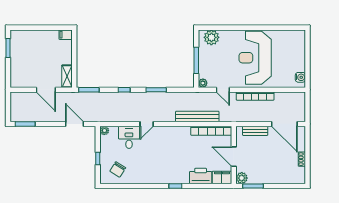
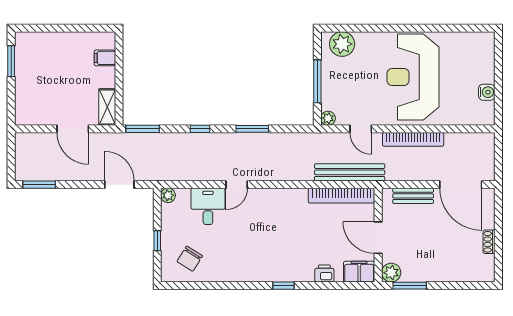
filing cabinet: (66, 35) -> (105, 58), moved
water cooler: (300, 77) -> (487, 92), moved
bench: (197, 116) -> (350, 172), moved
printer: (201, 176) -> (324, 273), width x0.53, depth x0.68

